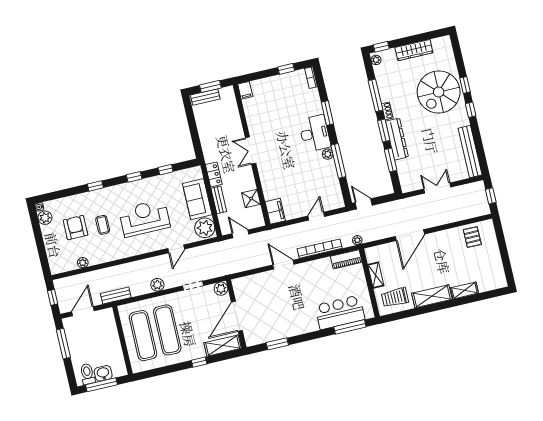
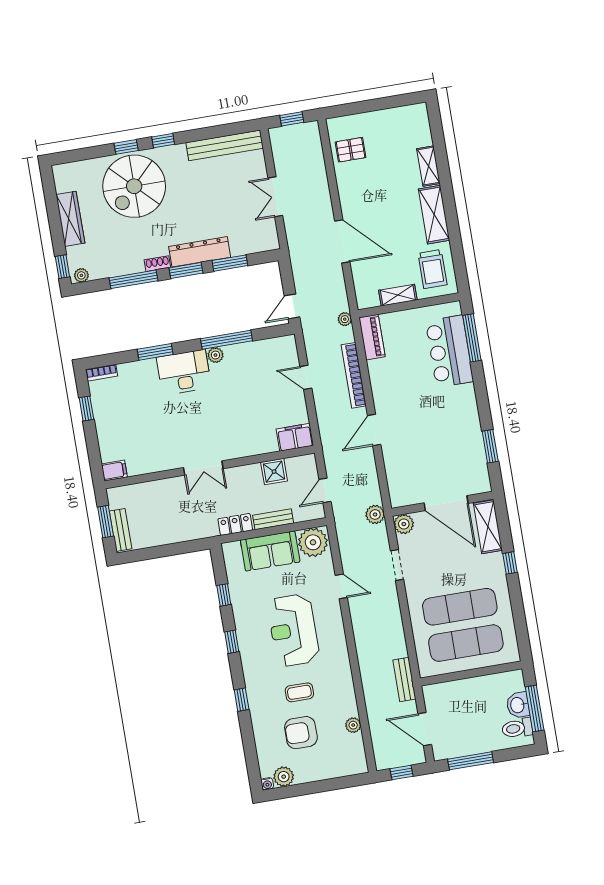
spiral stairs: (439, 92) -> (134, 186), turned 90
plant: (157, 285) -> (375, 514), moved

